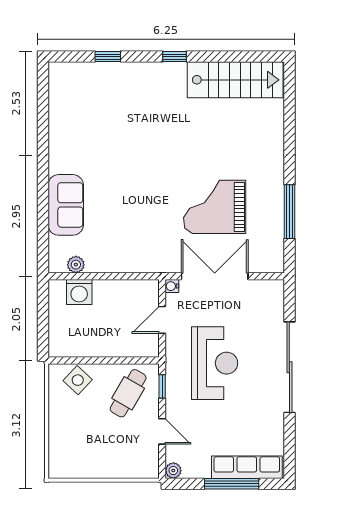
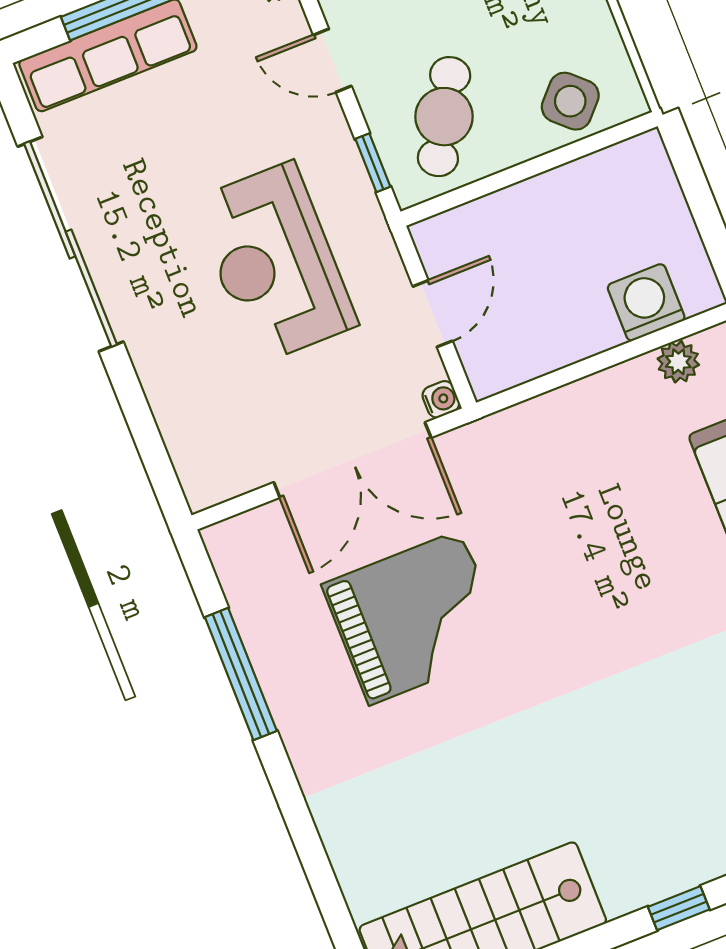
window: (174, 57) -> (679, 908), moved
sliding door: (289, 367) -> (71, 244), moved

